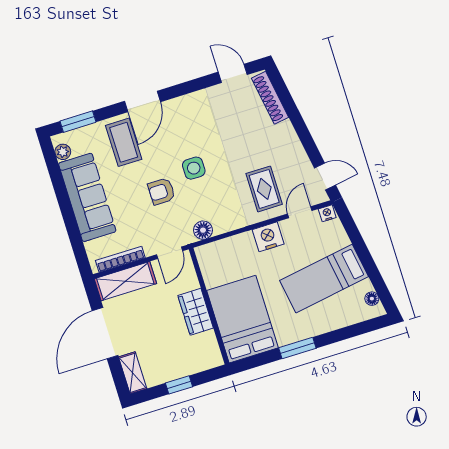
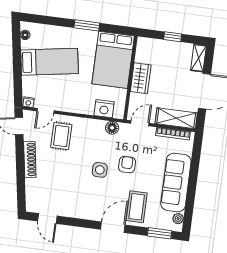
shoe rack: (270, 98) -> (30, 160), moved
armchair: (162, 191) -> (127, 165), turned -90
nightstand: (268, 237) -> (104, 109), moved

